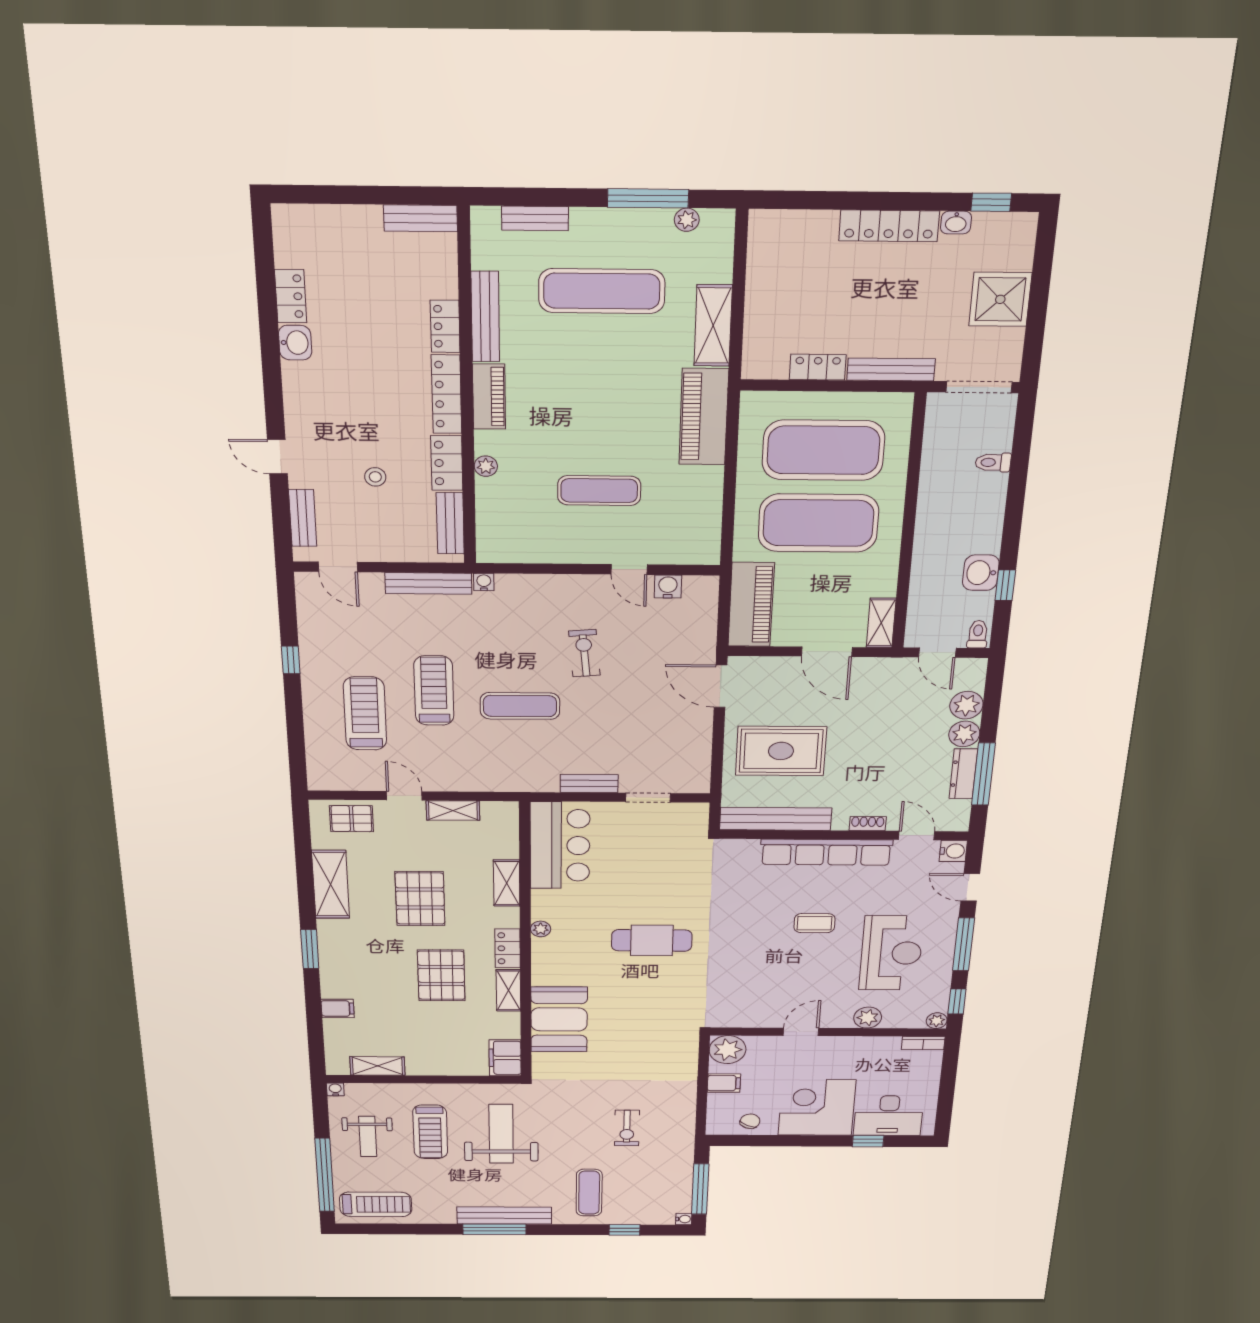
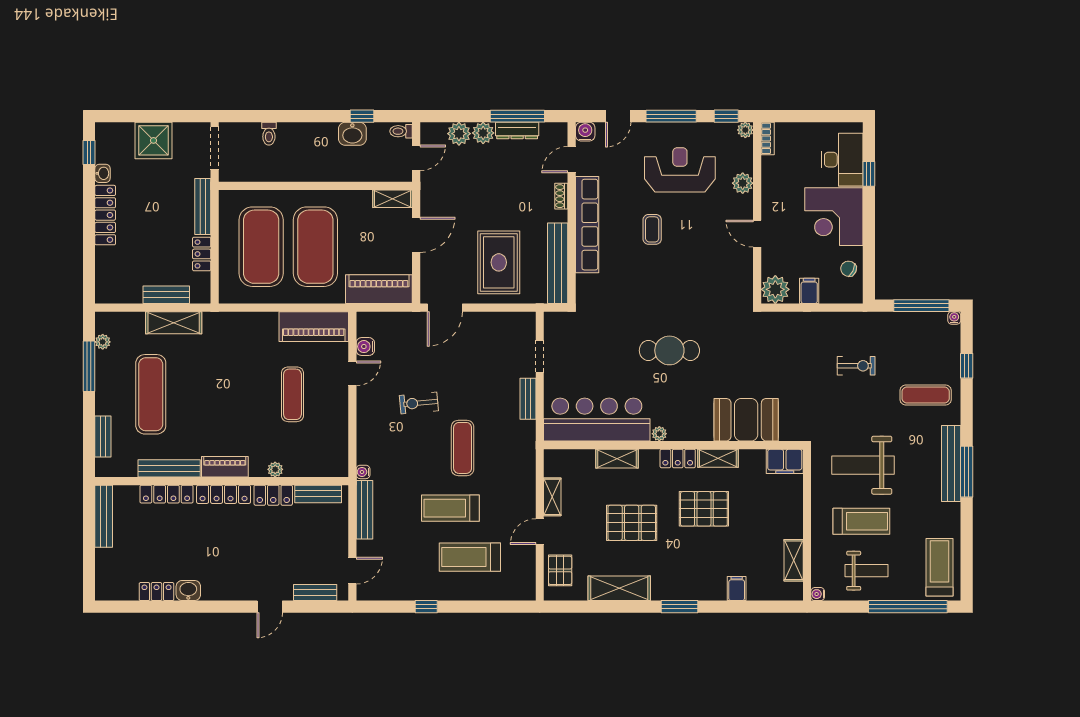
bench: (420, 218) -> (104, 516), width x1.36
bench: (757, 316) -> (166, 295), added
locker: (445, 326) -> (167, 494), width x1.53
piano: (704, 417) -> (314, 327), moved
stool: (375, 477) -> (284, 543), removed
bar counter: (560, 845) -> (597, 420), width x1.36
cafe table: (652, 940) -> (669, 350), turned 90

